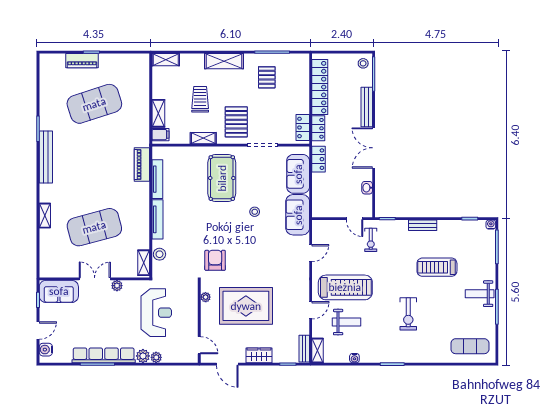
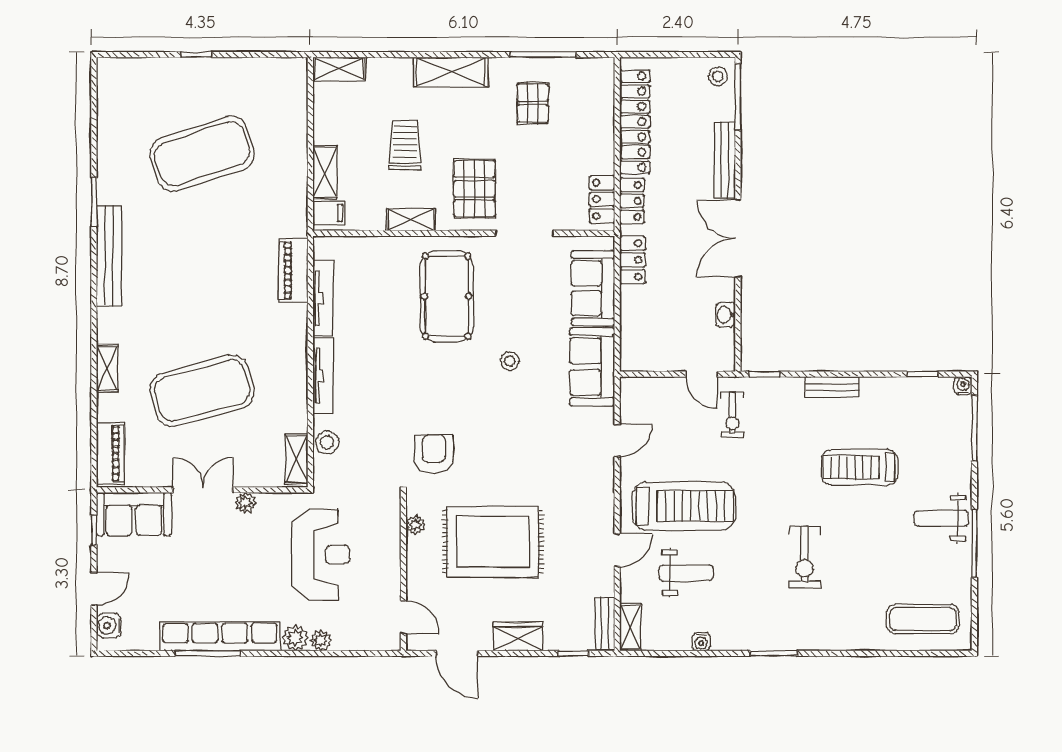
piano: (82, 61) -> (110, 453), moved, turned -90

